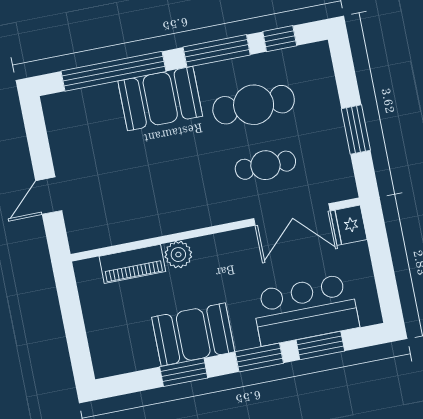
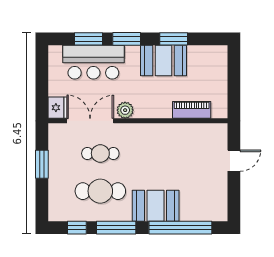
plant: (178, 255) -> (125, 110), moved

